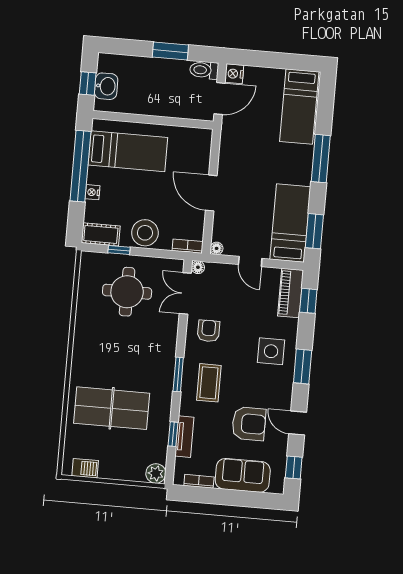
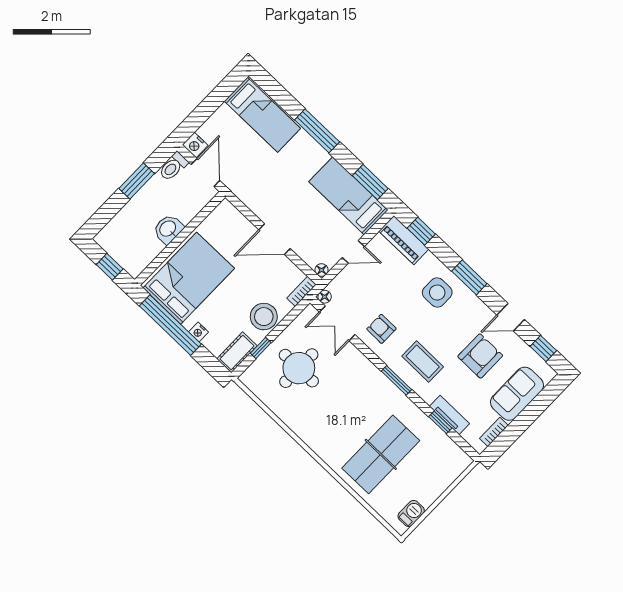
washbasin: (106, 86) -> (168, 229), moved, turned -90
bed: (128, 151) -> (189, 278), width x1.50
plant: (156, 473) -> (460, 461), removed

